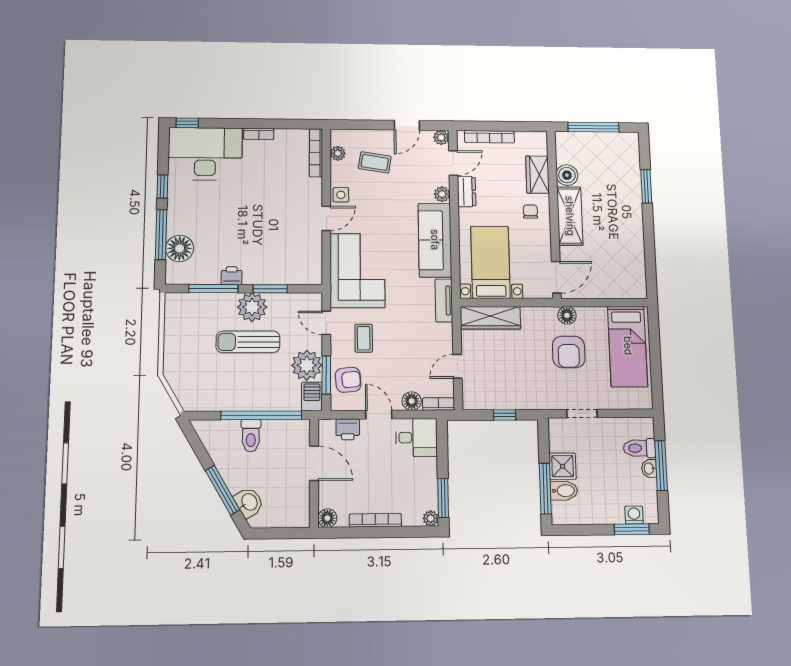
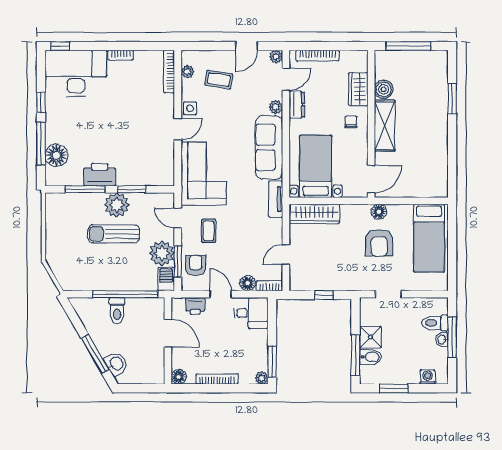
printer: (232, 276) -> (100, 175), width x1.87, depth x1.48
armchair: (348, 380) -> (196, 265), turned -85
window: (632, 529) -> (394, 388), moved

